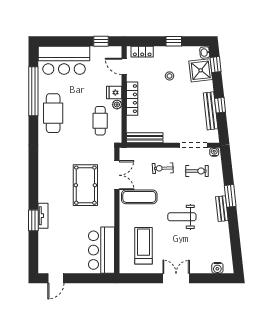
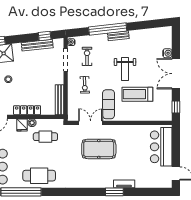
window: (220, 105) -> (45, 36), moved
window: (230, 196) -> (108, 29), width x2.11
window: (33, 220) -> (114, 192), moved
treadmill: (143, 246) -> (137, 94), moved
bar counter: (101, 250) -> (161, 147), moved, turned 90
water cooler: (217, 268) -> (167, 53), moved
window: (136, 278) -> (176, 107), added
double door: (176, 278) -> (176, 74), width x1.37

